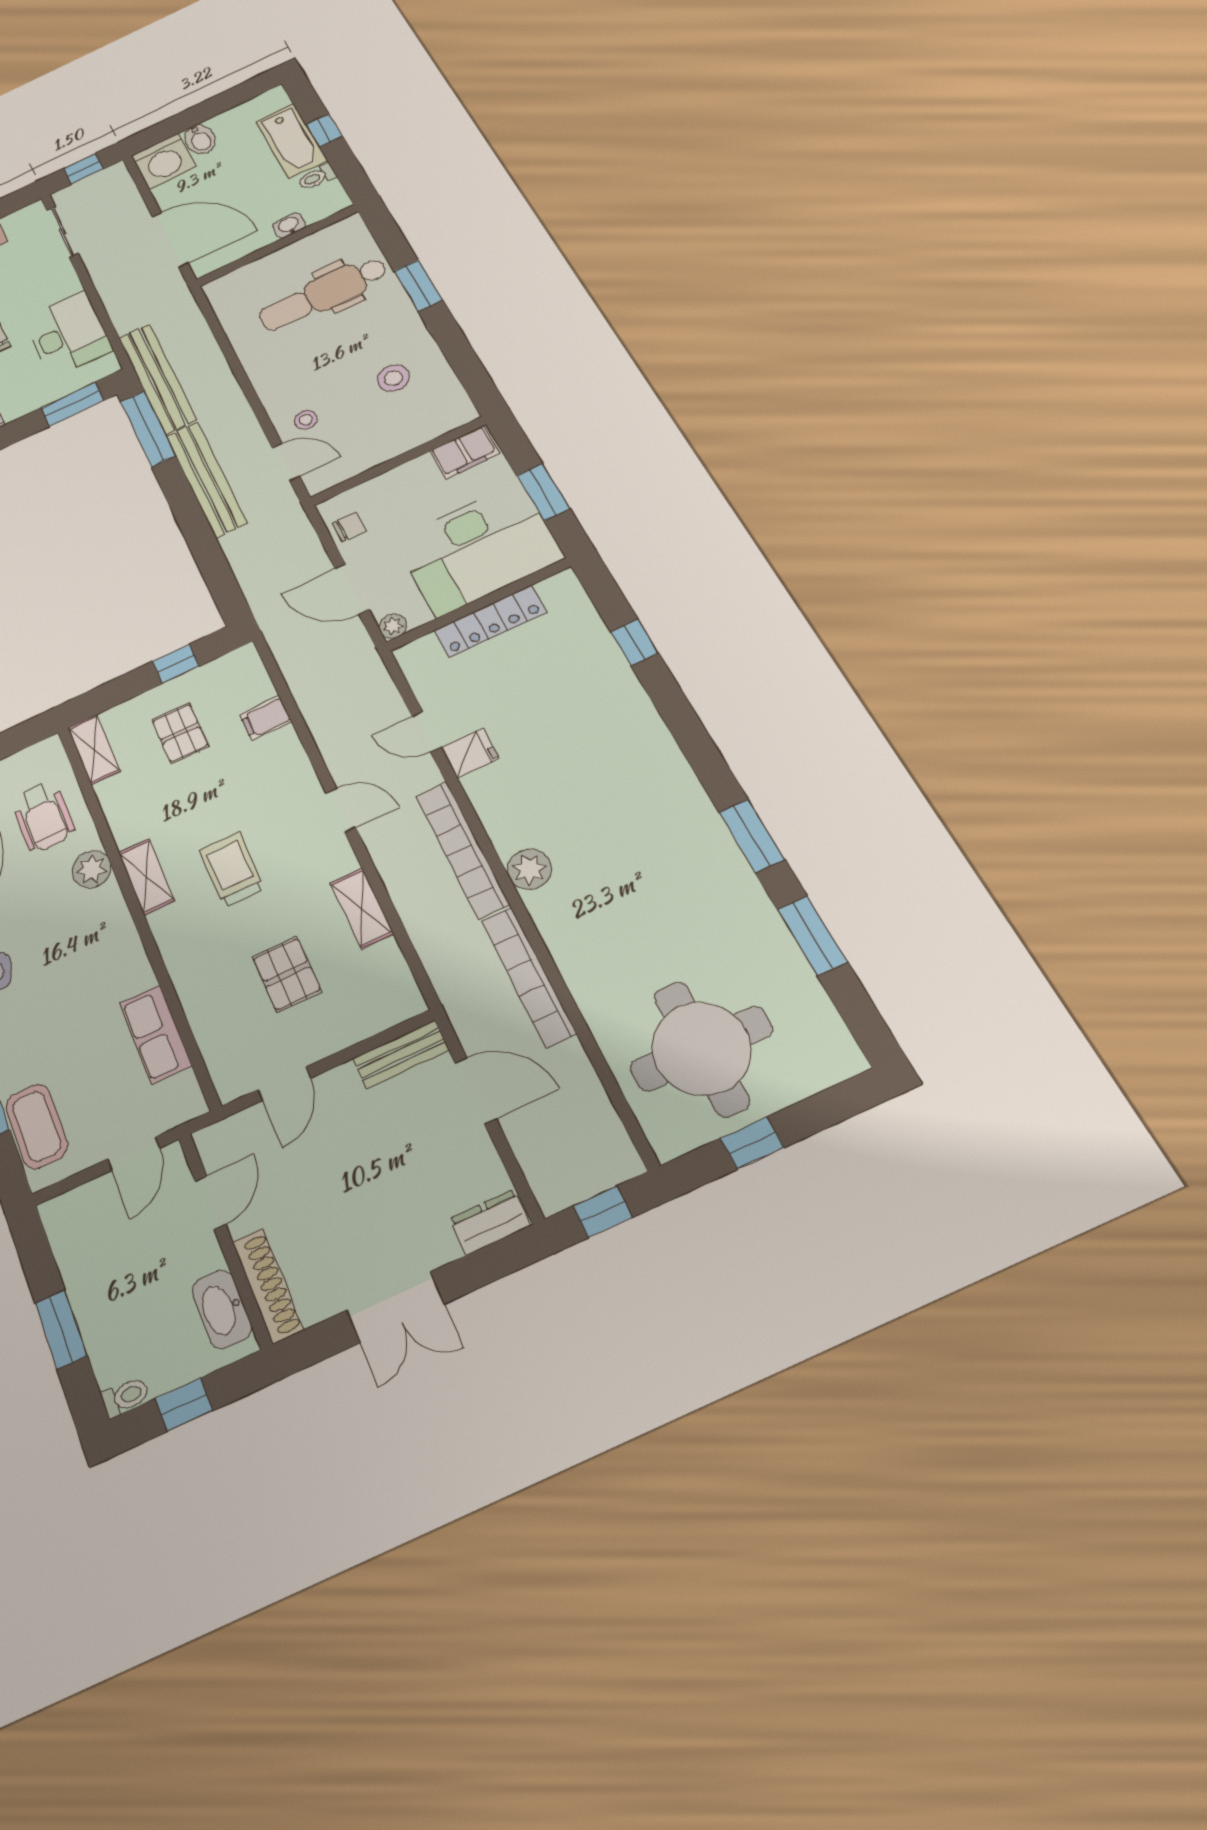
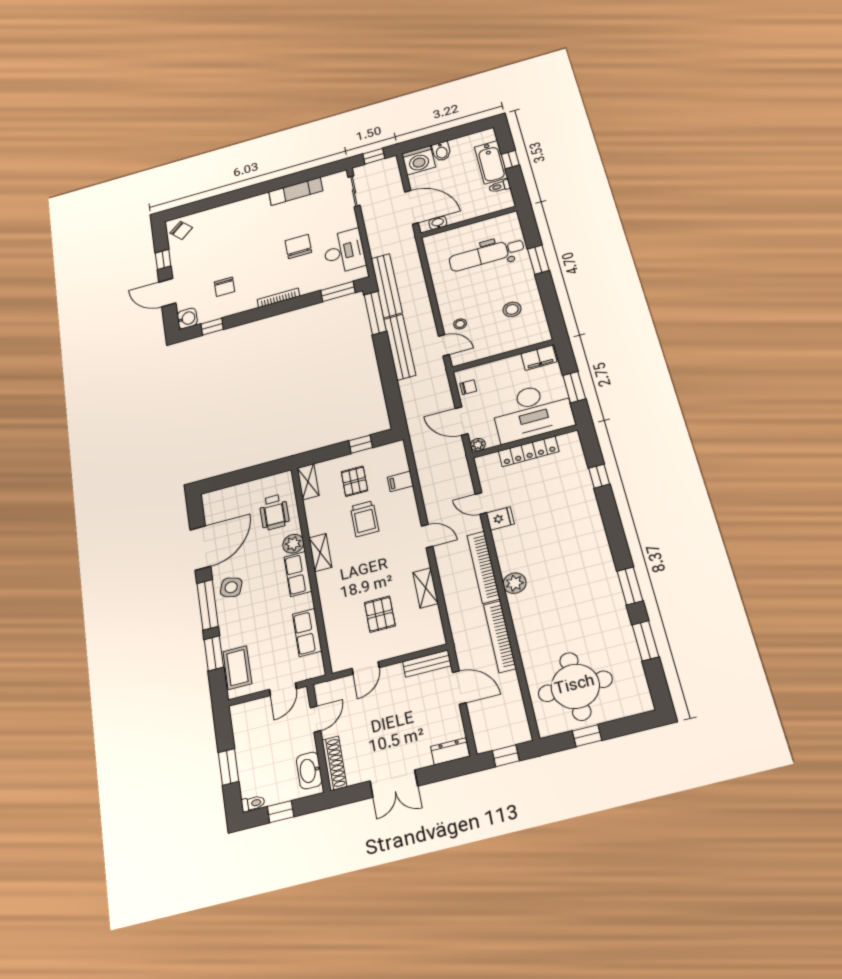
washbasin: (289, 225) -> (438, 223), moved
trolley: (232, 870) -> (365, 519), moved, turned 180
row of seats: (113, 925) -> (298, 574), added

